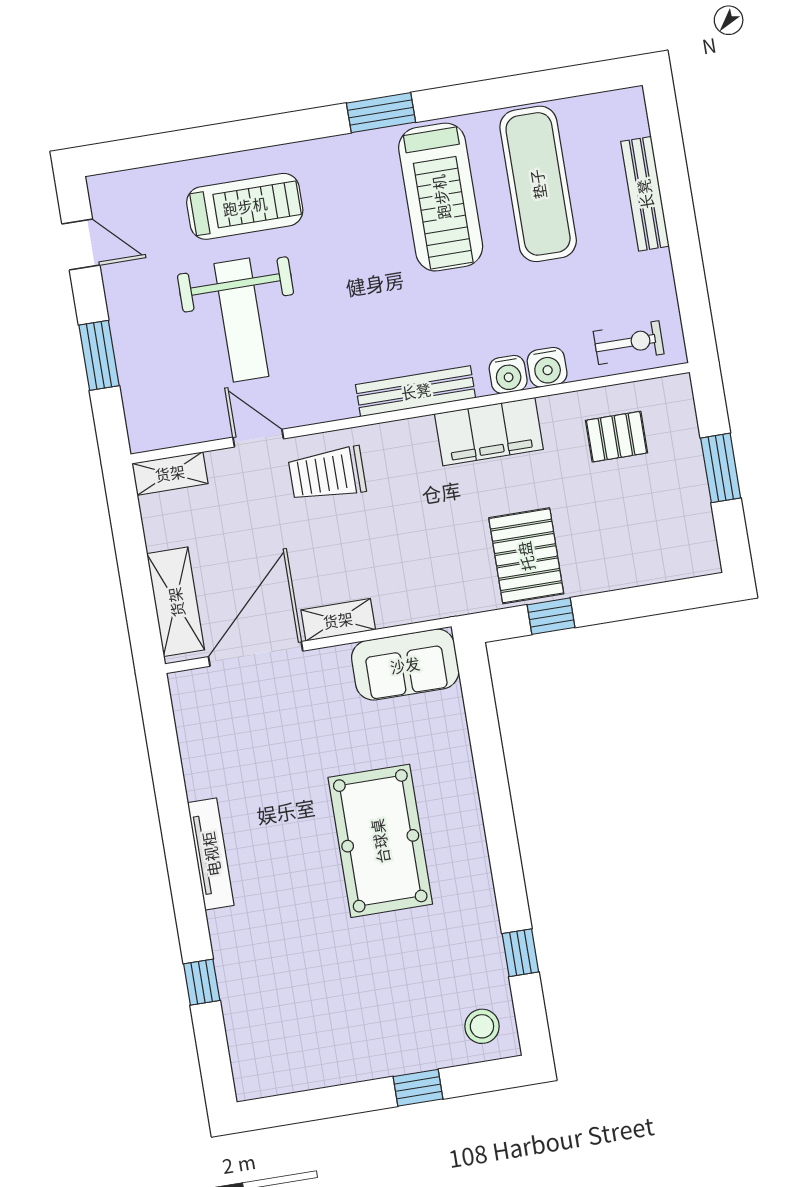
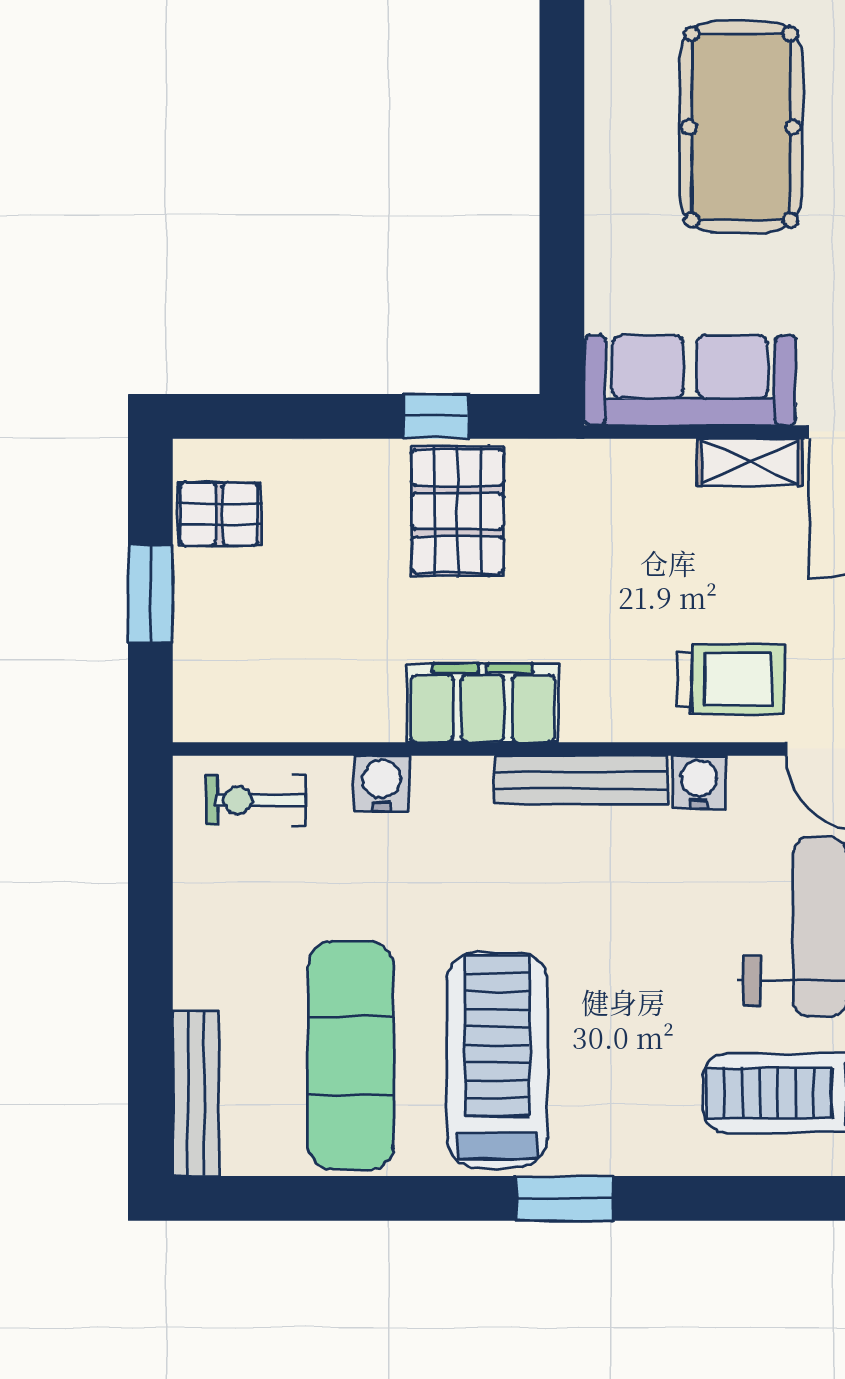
bench: (645, 194) -> (196, 1093), moved
water cooler: (508, 374) -> (699, 782), moved
pallet: (616, 437) -> (219, 514), moved
sofa: (405, 665) -> (690, 380), width x1.36

